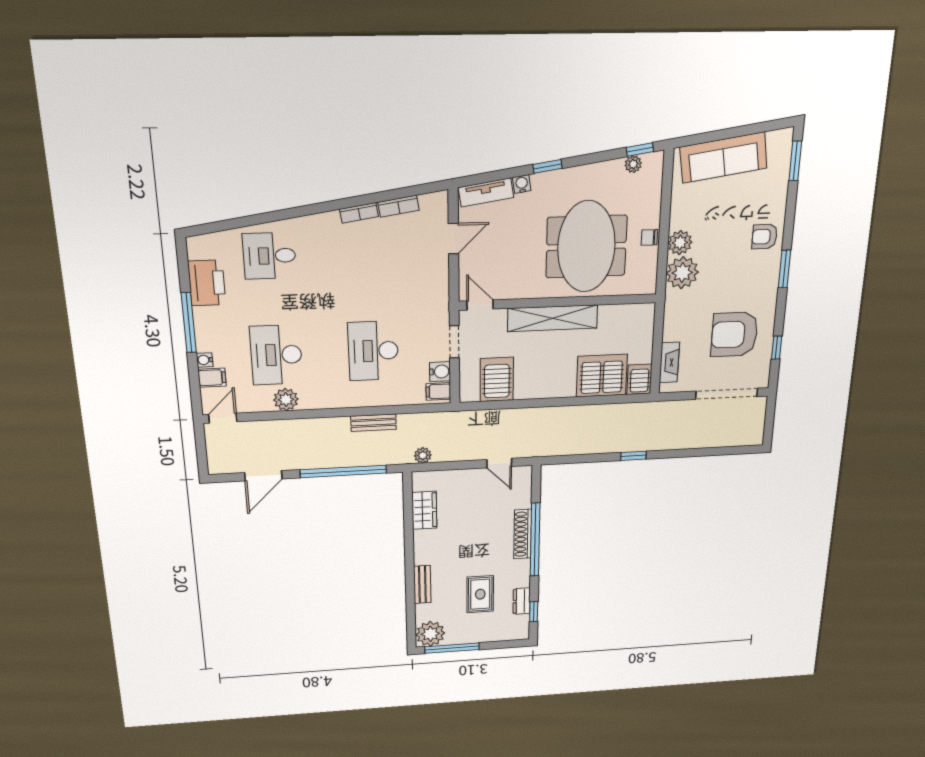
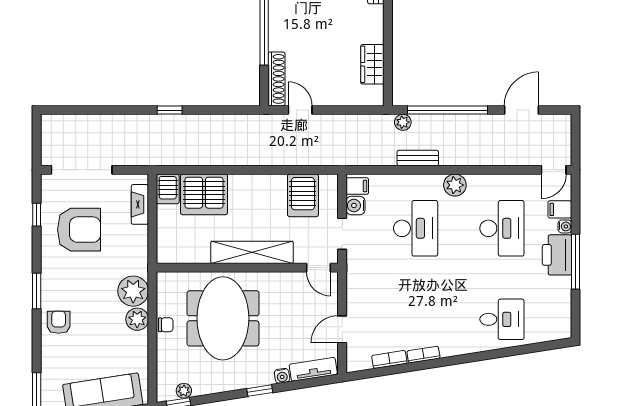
armchair: (765, 237) -> (59, 322), turned -90
printer: (207, 283) -> (557, 255), moved
plant: (286, 400) -> (455, 185), moved
plant: (423, 455) -> (403, 122), moved
shoe rack: (523, 534) -> (277, 79), moved

